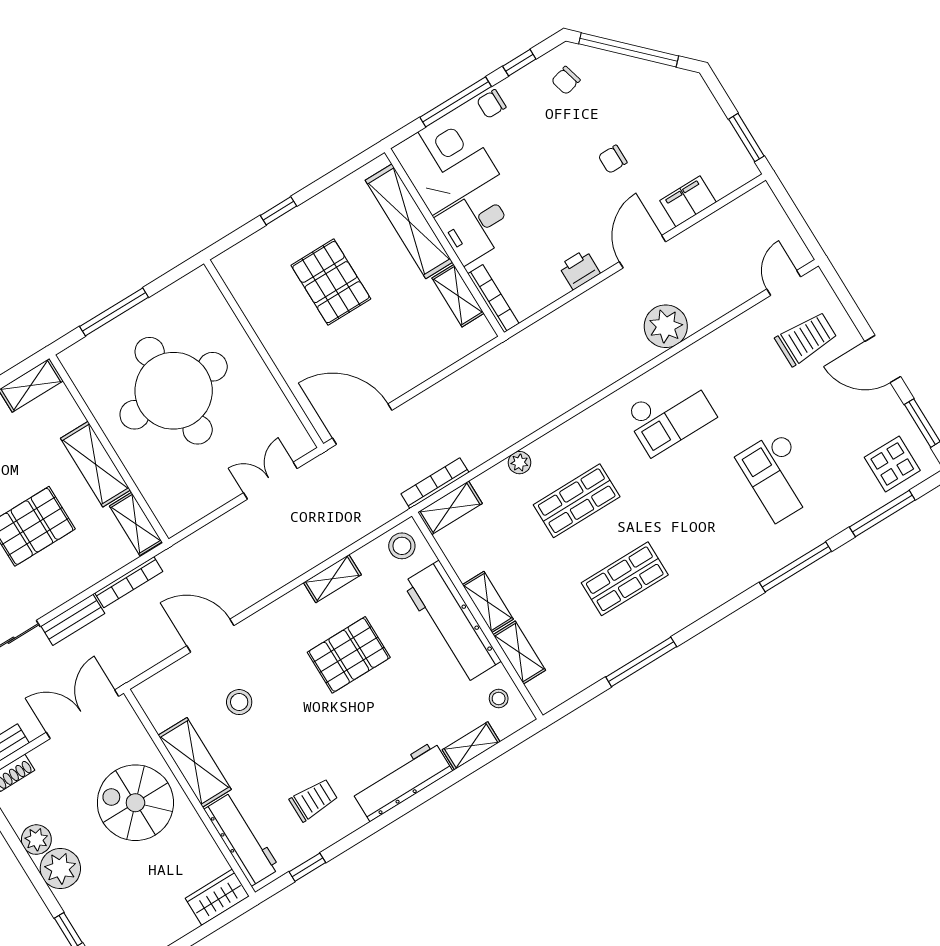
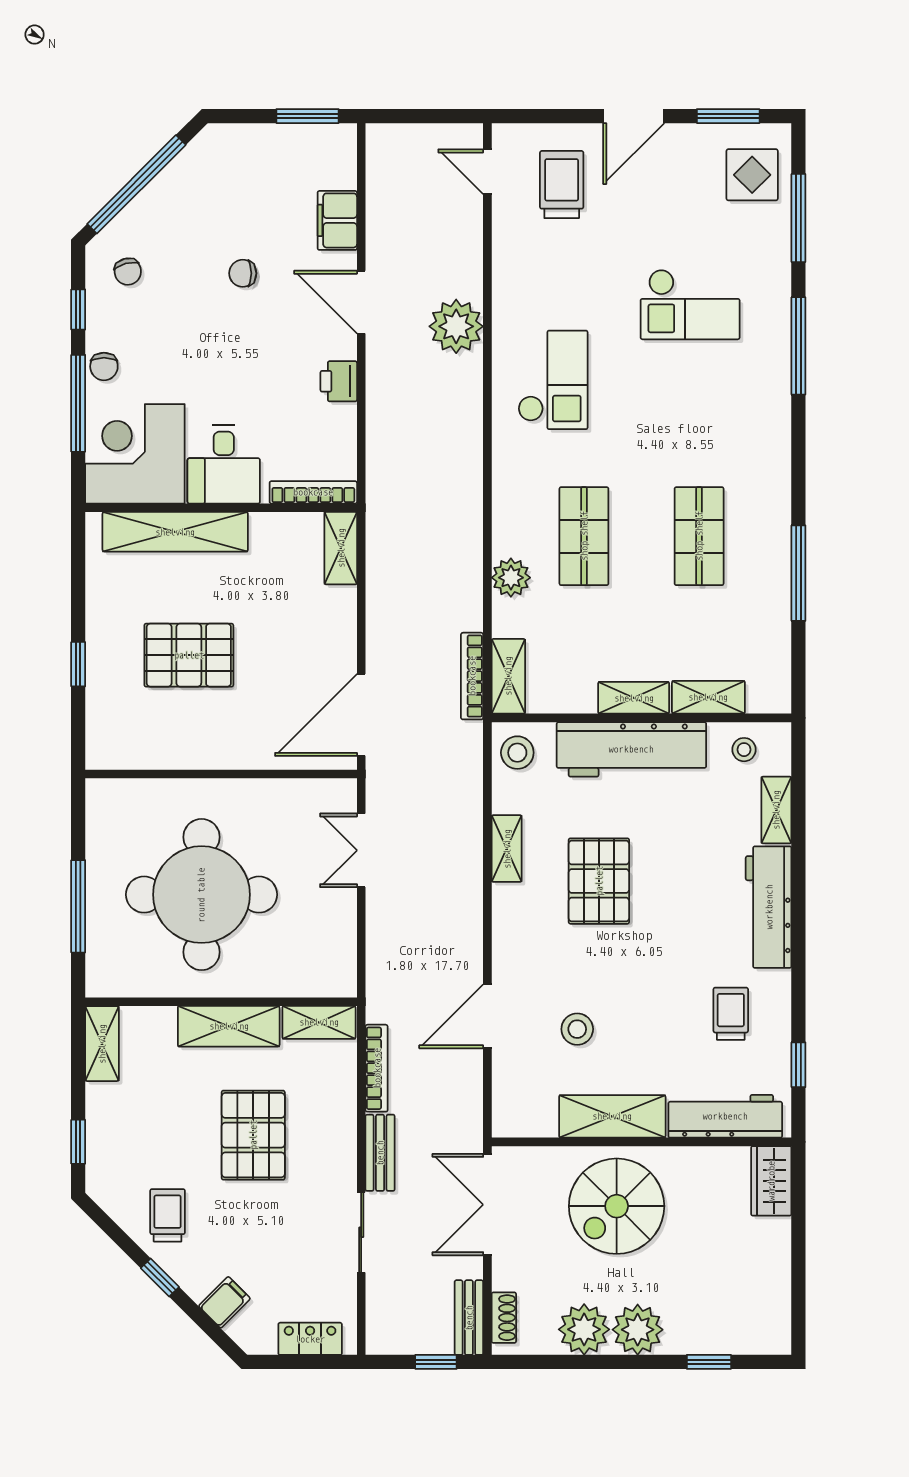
chair: (613, 159) -> (243, 273), turned 90
shelving: (458, 296) -> (341, 548), moved, turned 90
plant: (519, 463) -> (511, 578), width x1.38, depth x1.38
plant: (36, 840) -> (584, 1329), width x1.36, depth x1.36

